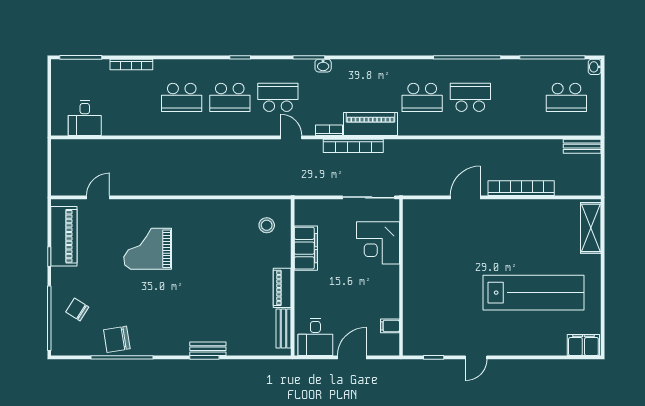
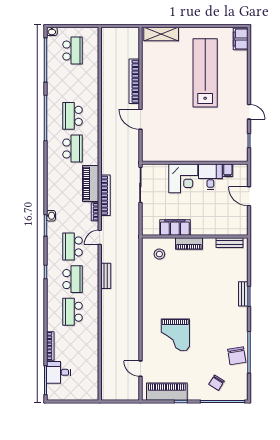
school desk: (182, 97) -> (73, 312), turned 180
desk: (85, 118) -> (58, 372), moved, turned 180
bench: (582, 146) -> (106, 276), moved
corner desk: (378, 243) -> (183, 178), moved
piano: (282, 288) -> (189, 244), moved
desk: (315, 337) -> (210, 177), moved, turned -90

